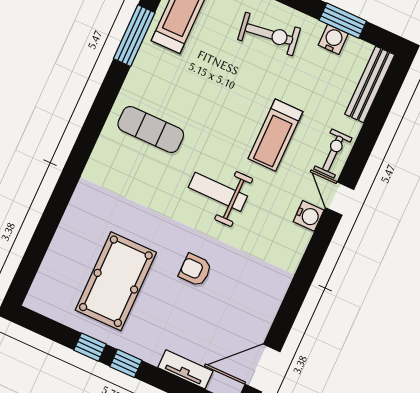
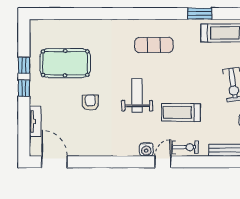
window: (134, 36) -> (200, 14), width x0.69
exercise mat: (151, 130) -> (154, 45), turned 90

